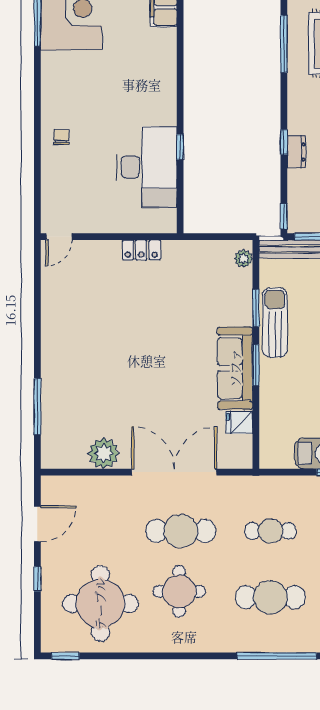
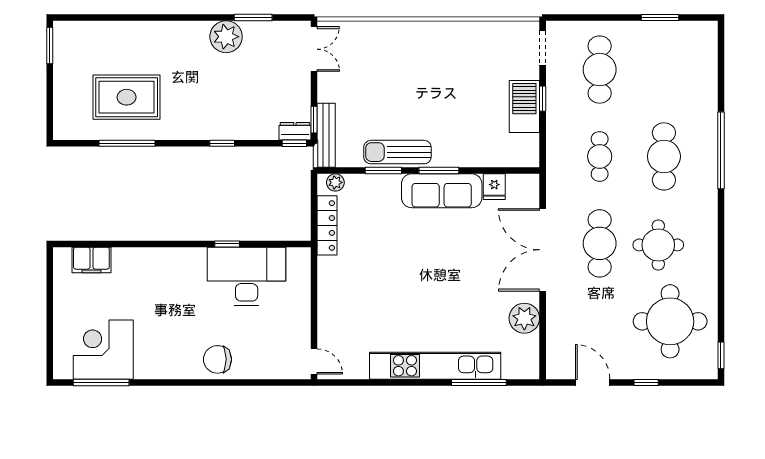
chair: (61, 137) -> (217, 359), width x1.87, depth x1.87
dresser: (296, 152) -> (295, 131), moved
locker: (141, 250) -> (327, 225), moved, width x1.53
kitchen unit: (55, 361) -> (435, 366), added

